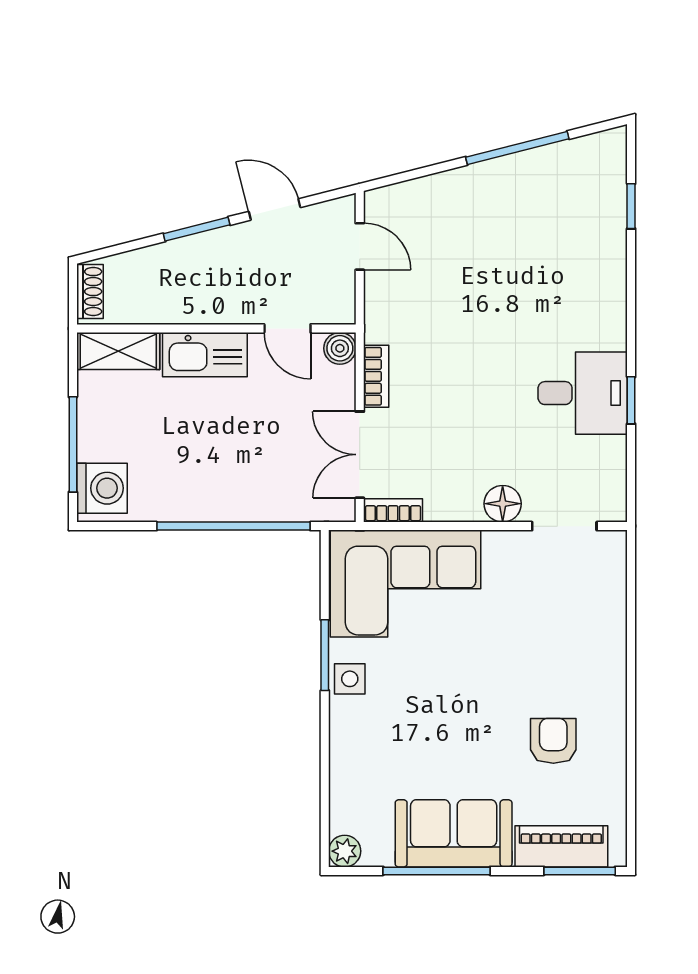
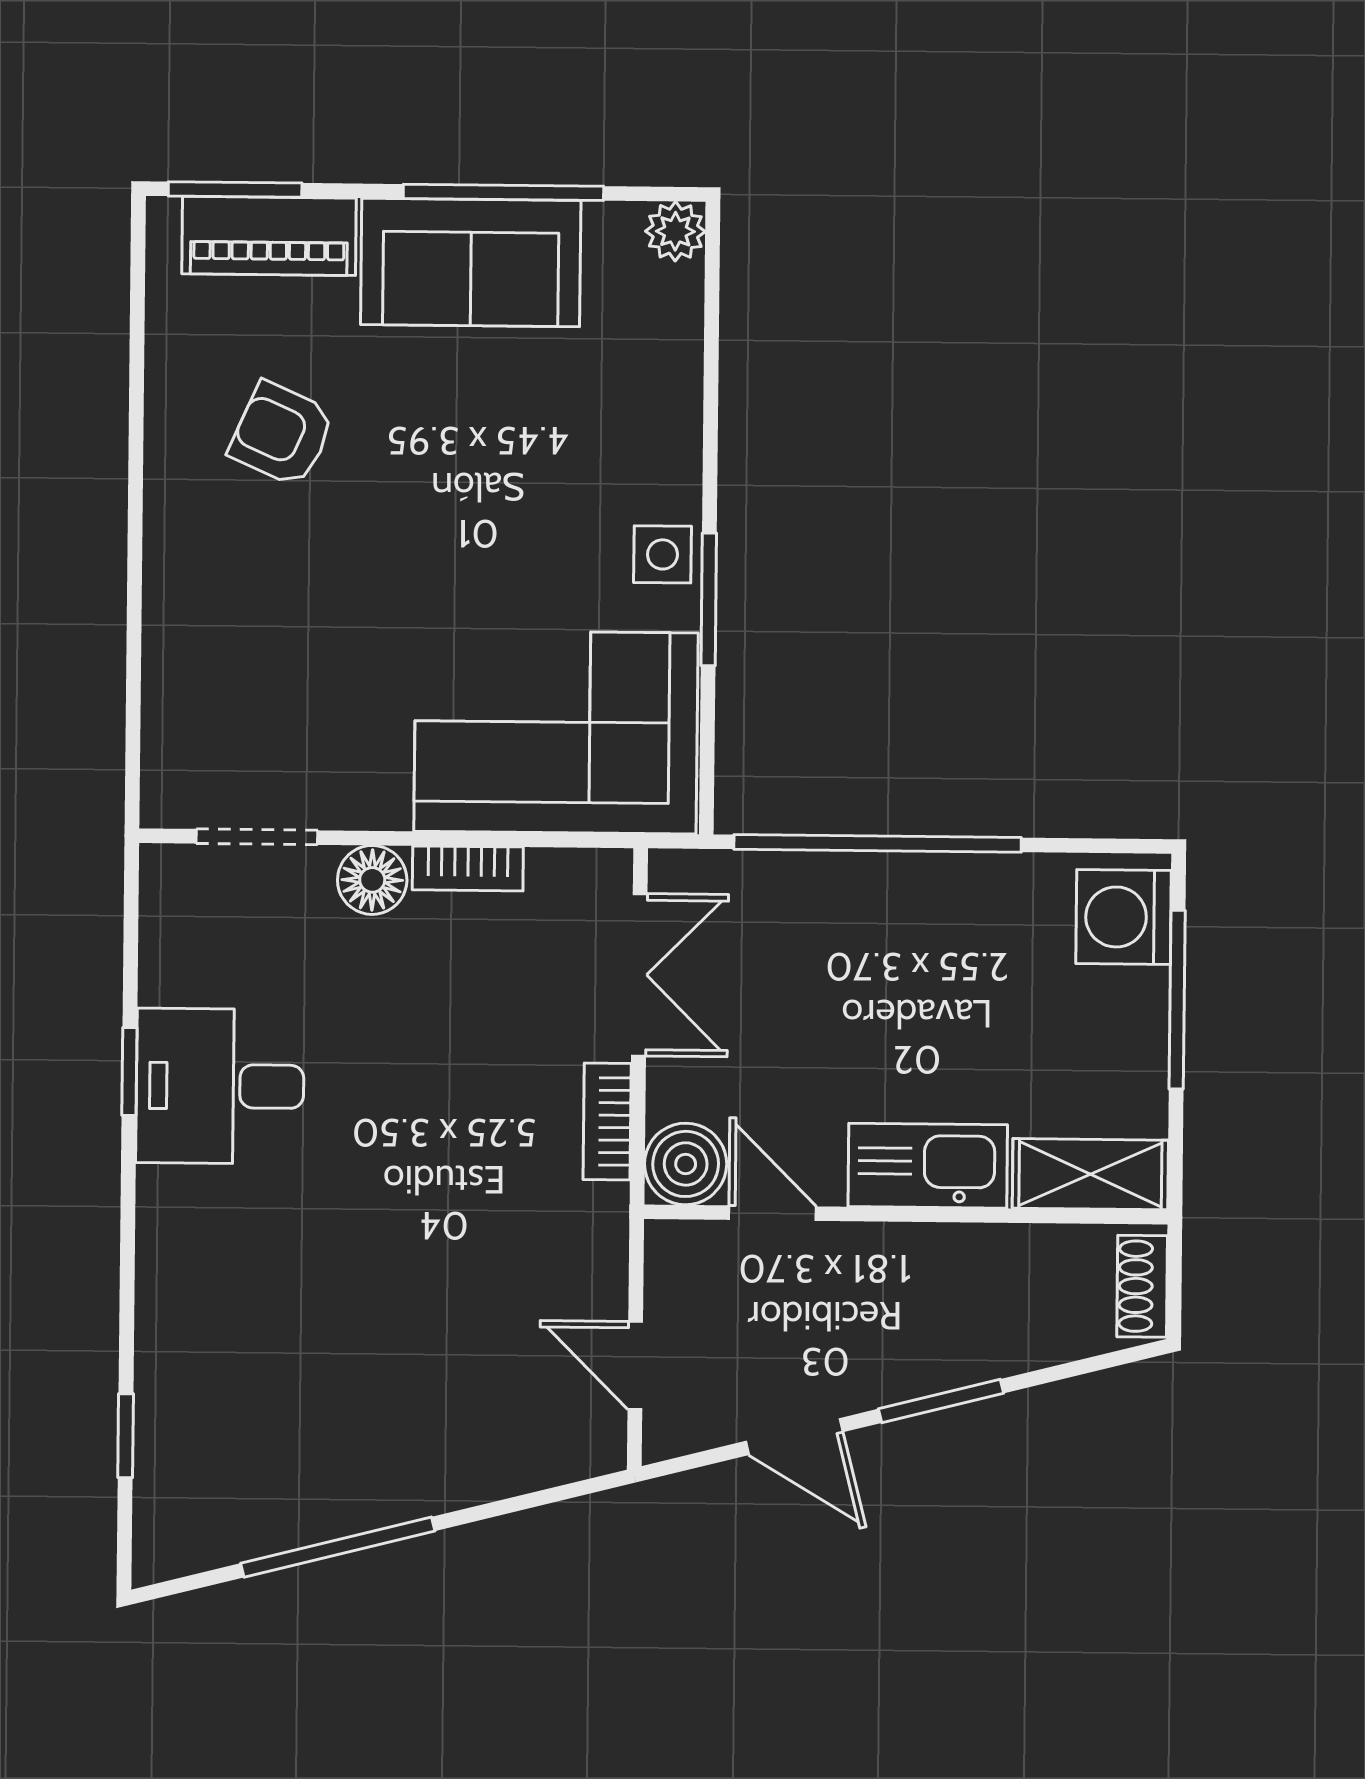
boiler: (340, 348) -> (686, 1164), width x1.36, depth x1.36
bookcase: (393, 510) -> (468, 868), moved
armchair: (553, 741) -> (282, 434), turned 114

